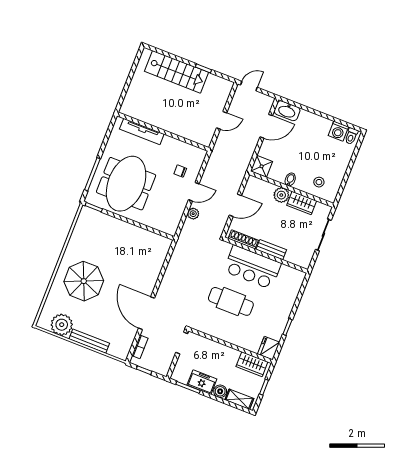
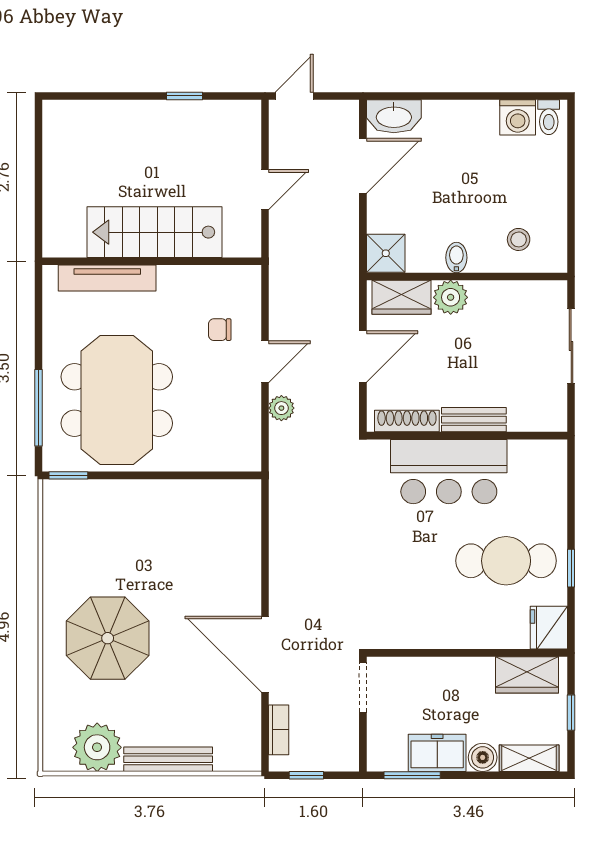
stairs: (177, 72) -> (154, 232), moved, turned 180
wardrobe: (302, 203) -> (402, 297), moved
cafe table: (231, 301) -> (506, 561), moved

